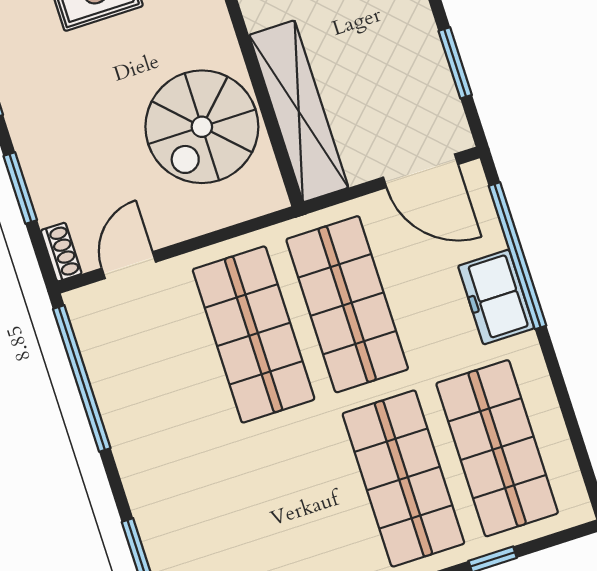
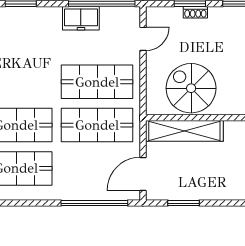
shoe rack: (61, 252) -> (195, 12), moved
door: (129, 265) -> (143, 39), hinge flipped
freezer: (496, 297) -> (81, 18), moved, turned 180

